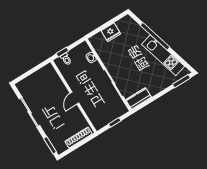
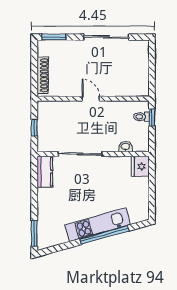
fridge: (111, 32) -> (140, 166), moved
kitchen unit: (163, 55) -> (98, 225), moved

